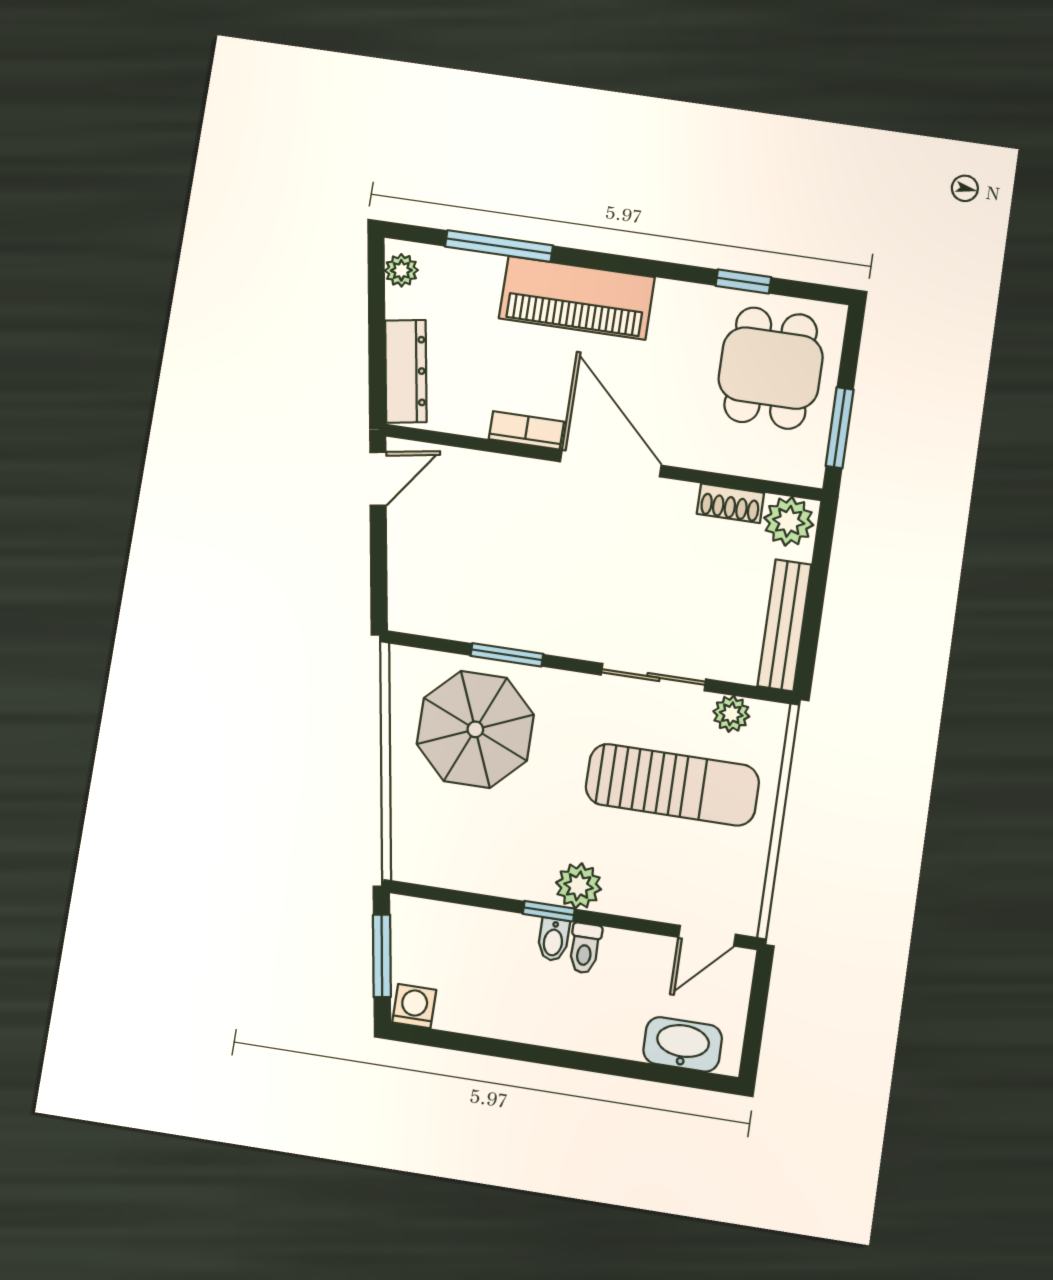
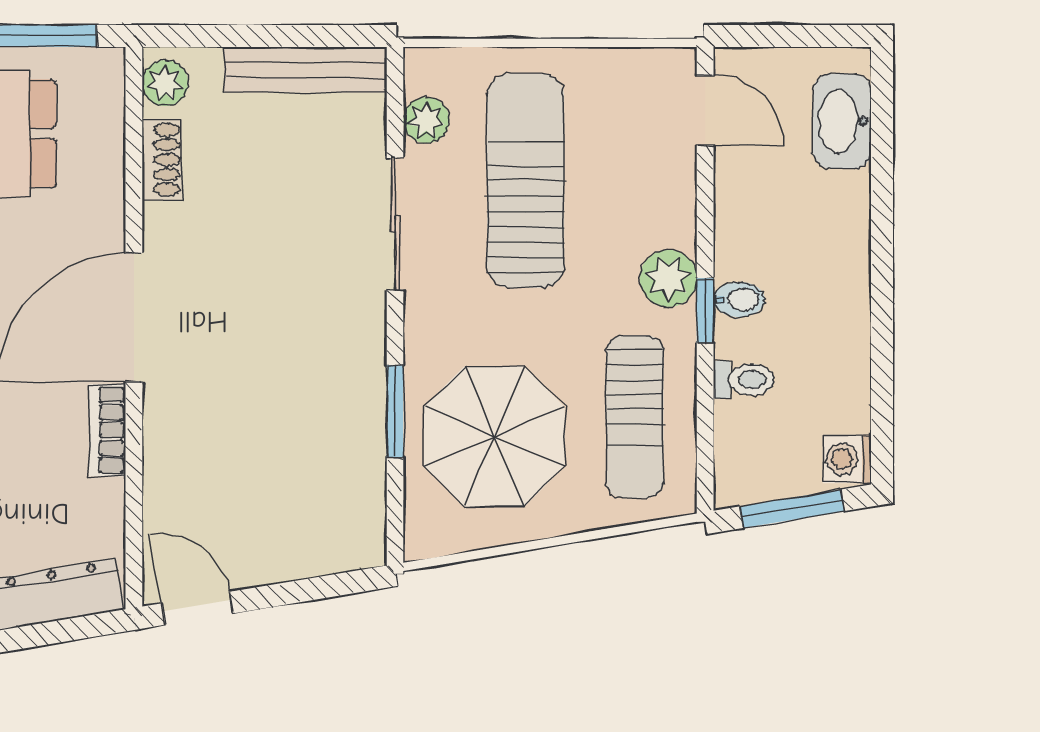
plant: (789, 521) -> (165, 83), width x0.73, depth x0.73
sun lounger: (474, 842) -> (635, 417), added
toilet: (585, 948) -> (744, 380), moved

